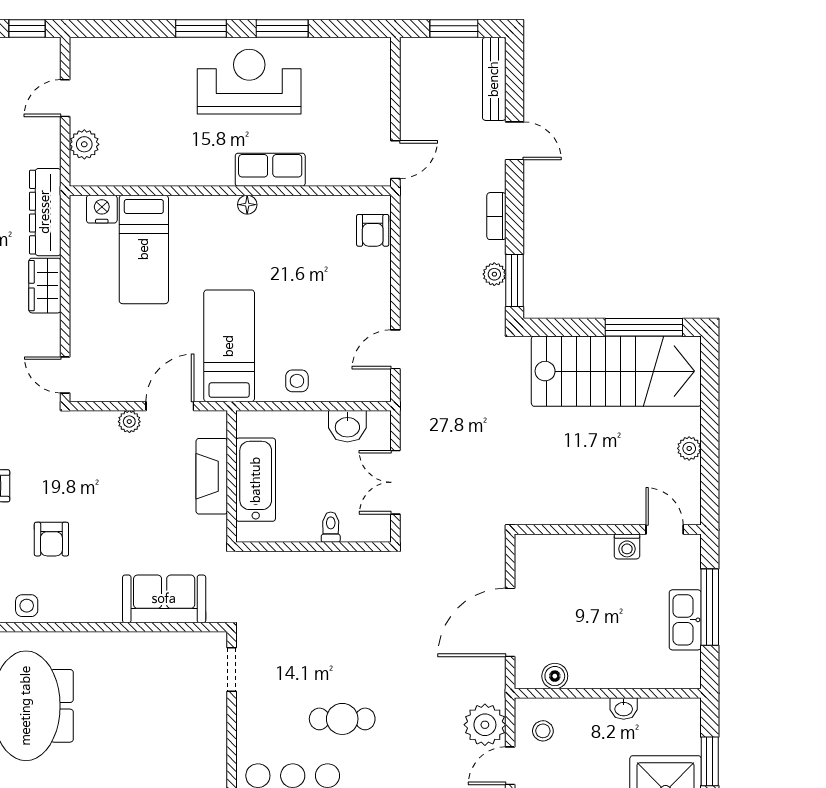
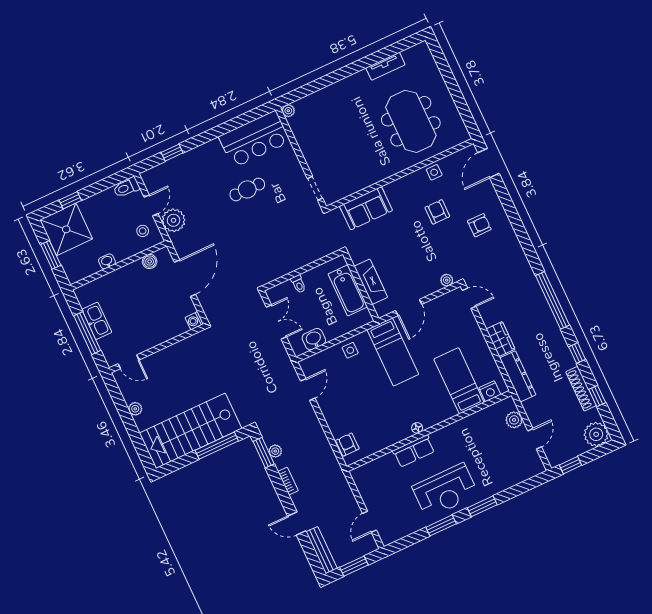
door: (395, 160) -> (369, 522), moved
window: (644, 327) -> (217, 446), moved
plant: (129, 422) -> (447, 280), moved
washing machine: (627, 546) -> (194, 321), moved, turned -90

